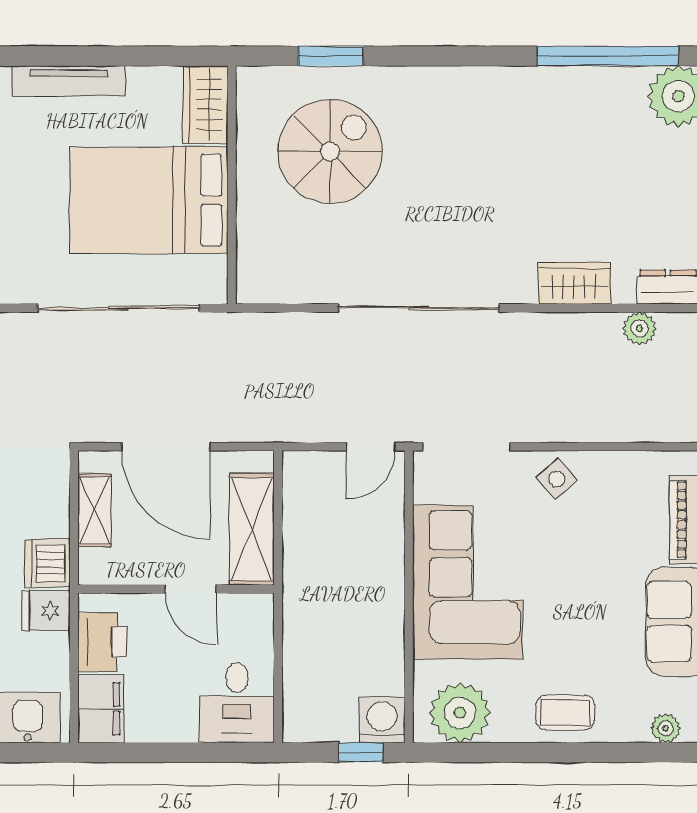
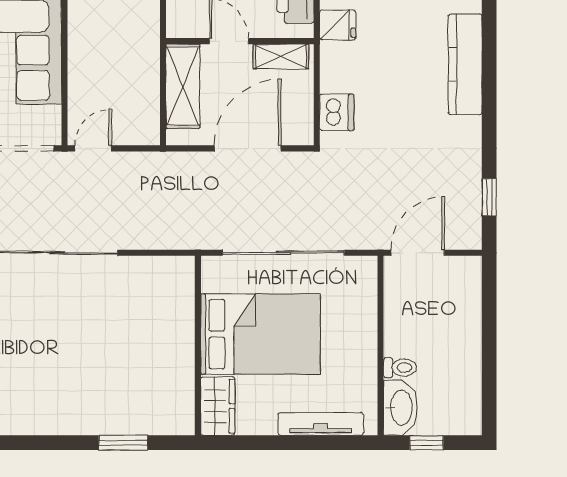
spiral stairs: (330, 152) -> (124, 371), removed
door: (166, 447) -> (248, 148), hinge flipped
shelving: (94, 510) -> (281, 56), moved, turned 90
dishwasher: (47, 563) -> (337, 112), moved

